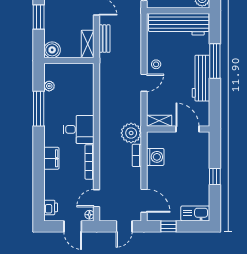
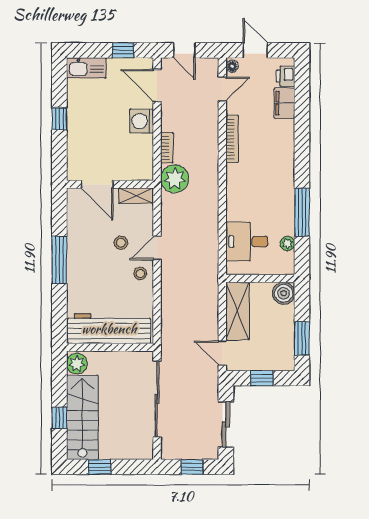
bench: (104, 39) -> (211, 309), removed
shelving: (88, 44) -> (237, 311), width x1.50, depth x1.33
window: (215, 61) -> (59, 260), moved
workbench: (201, 78) -> (78, 254), removed
stool: (170, 87) -> (121, 243), added
desk: (79, 129) -> (247, 242), moved
washing machine: (155, 157) -> (142, 121), moved
filing cabinet: (51, 158) -> (285, 103), moved
door: (124, 226) -> (184, 50), swing flipped

